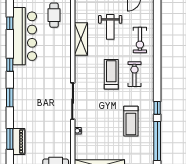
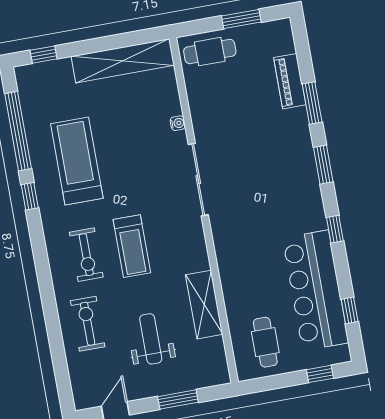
treadmill: (131, 121) -> (77, 161), width x1.37, depth x1.38
window: (10, 139) -> (312, 103), moved

